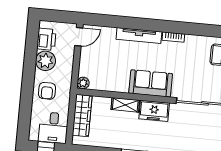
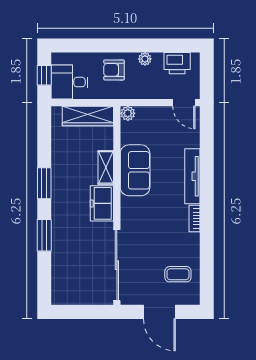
plant: (45, 61) -> (145, 59), width x0.53, depth x0.53
sofa: (151, 83) -> (135, 170), moved

